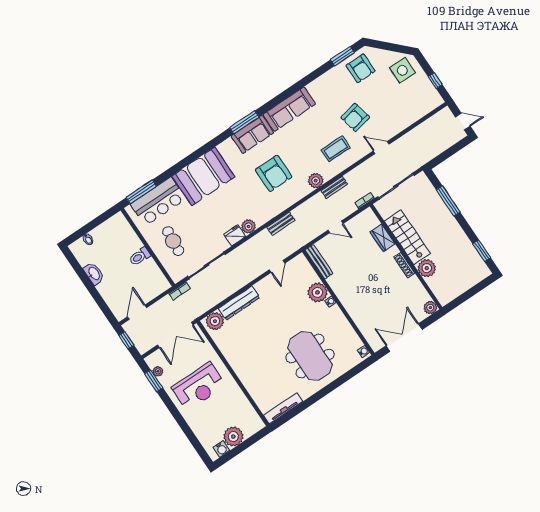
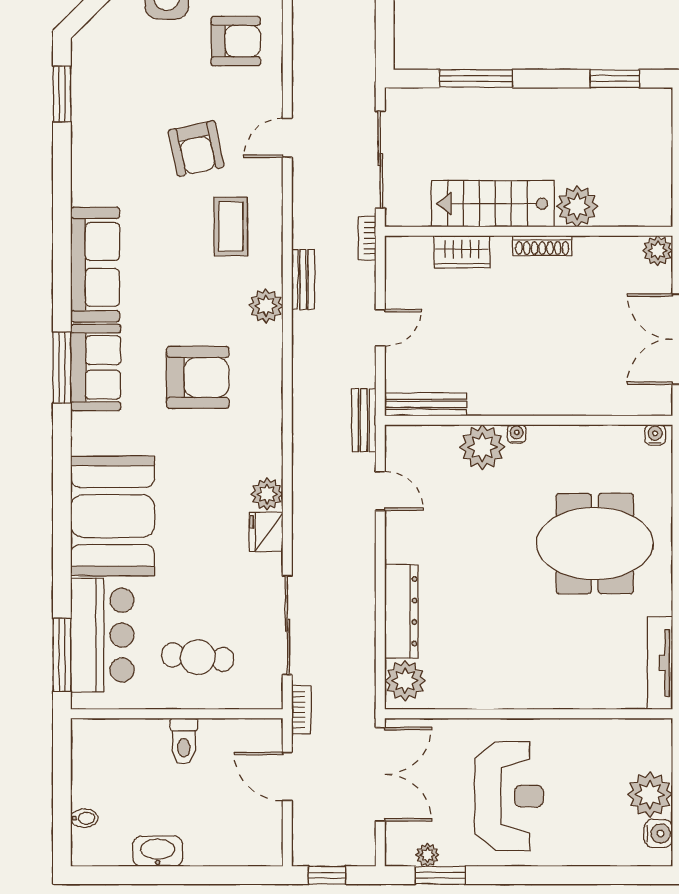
armchair: (361, 68) -> (236, 41), moved
bench: (281, 224) -> (364, 420), moved
door: (137, 312) -> (287, 777), moved

